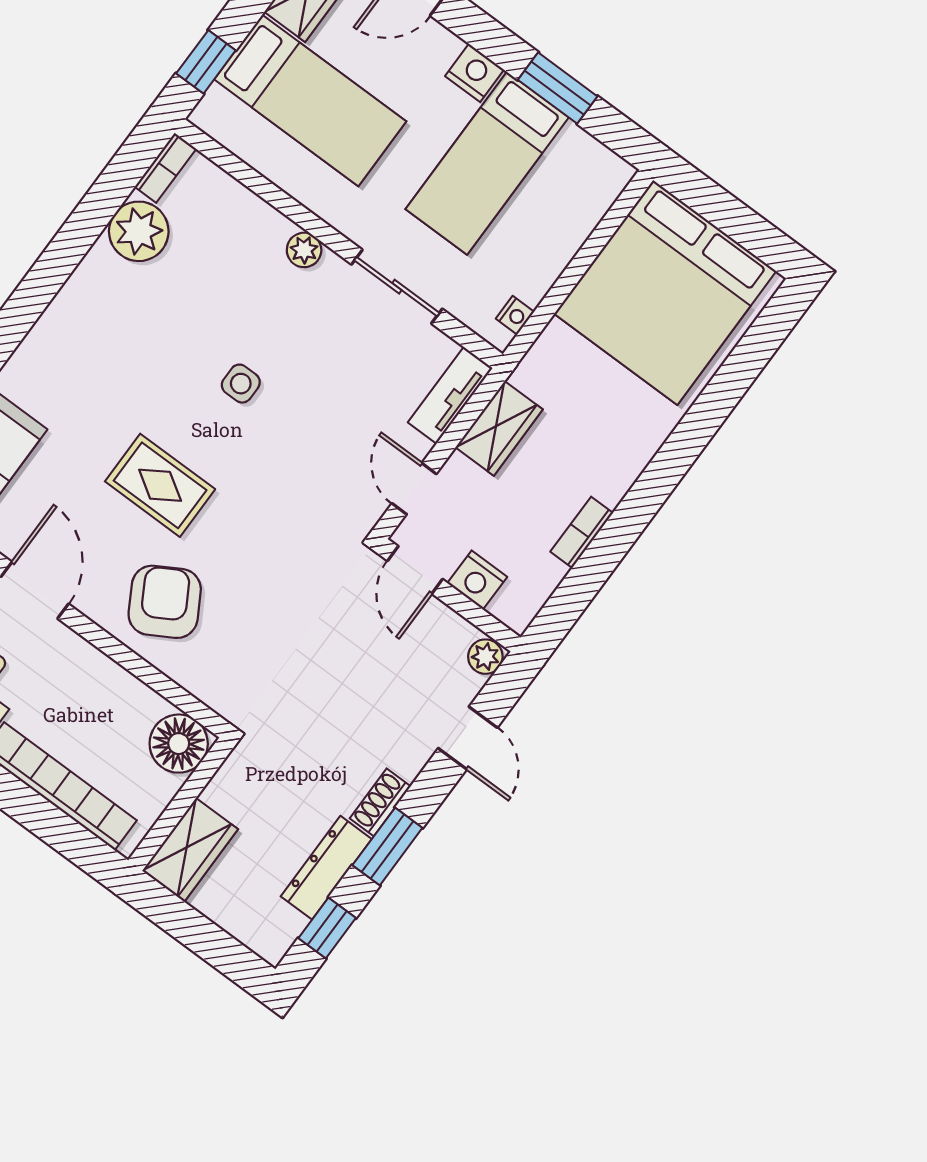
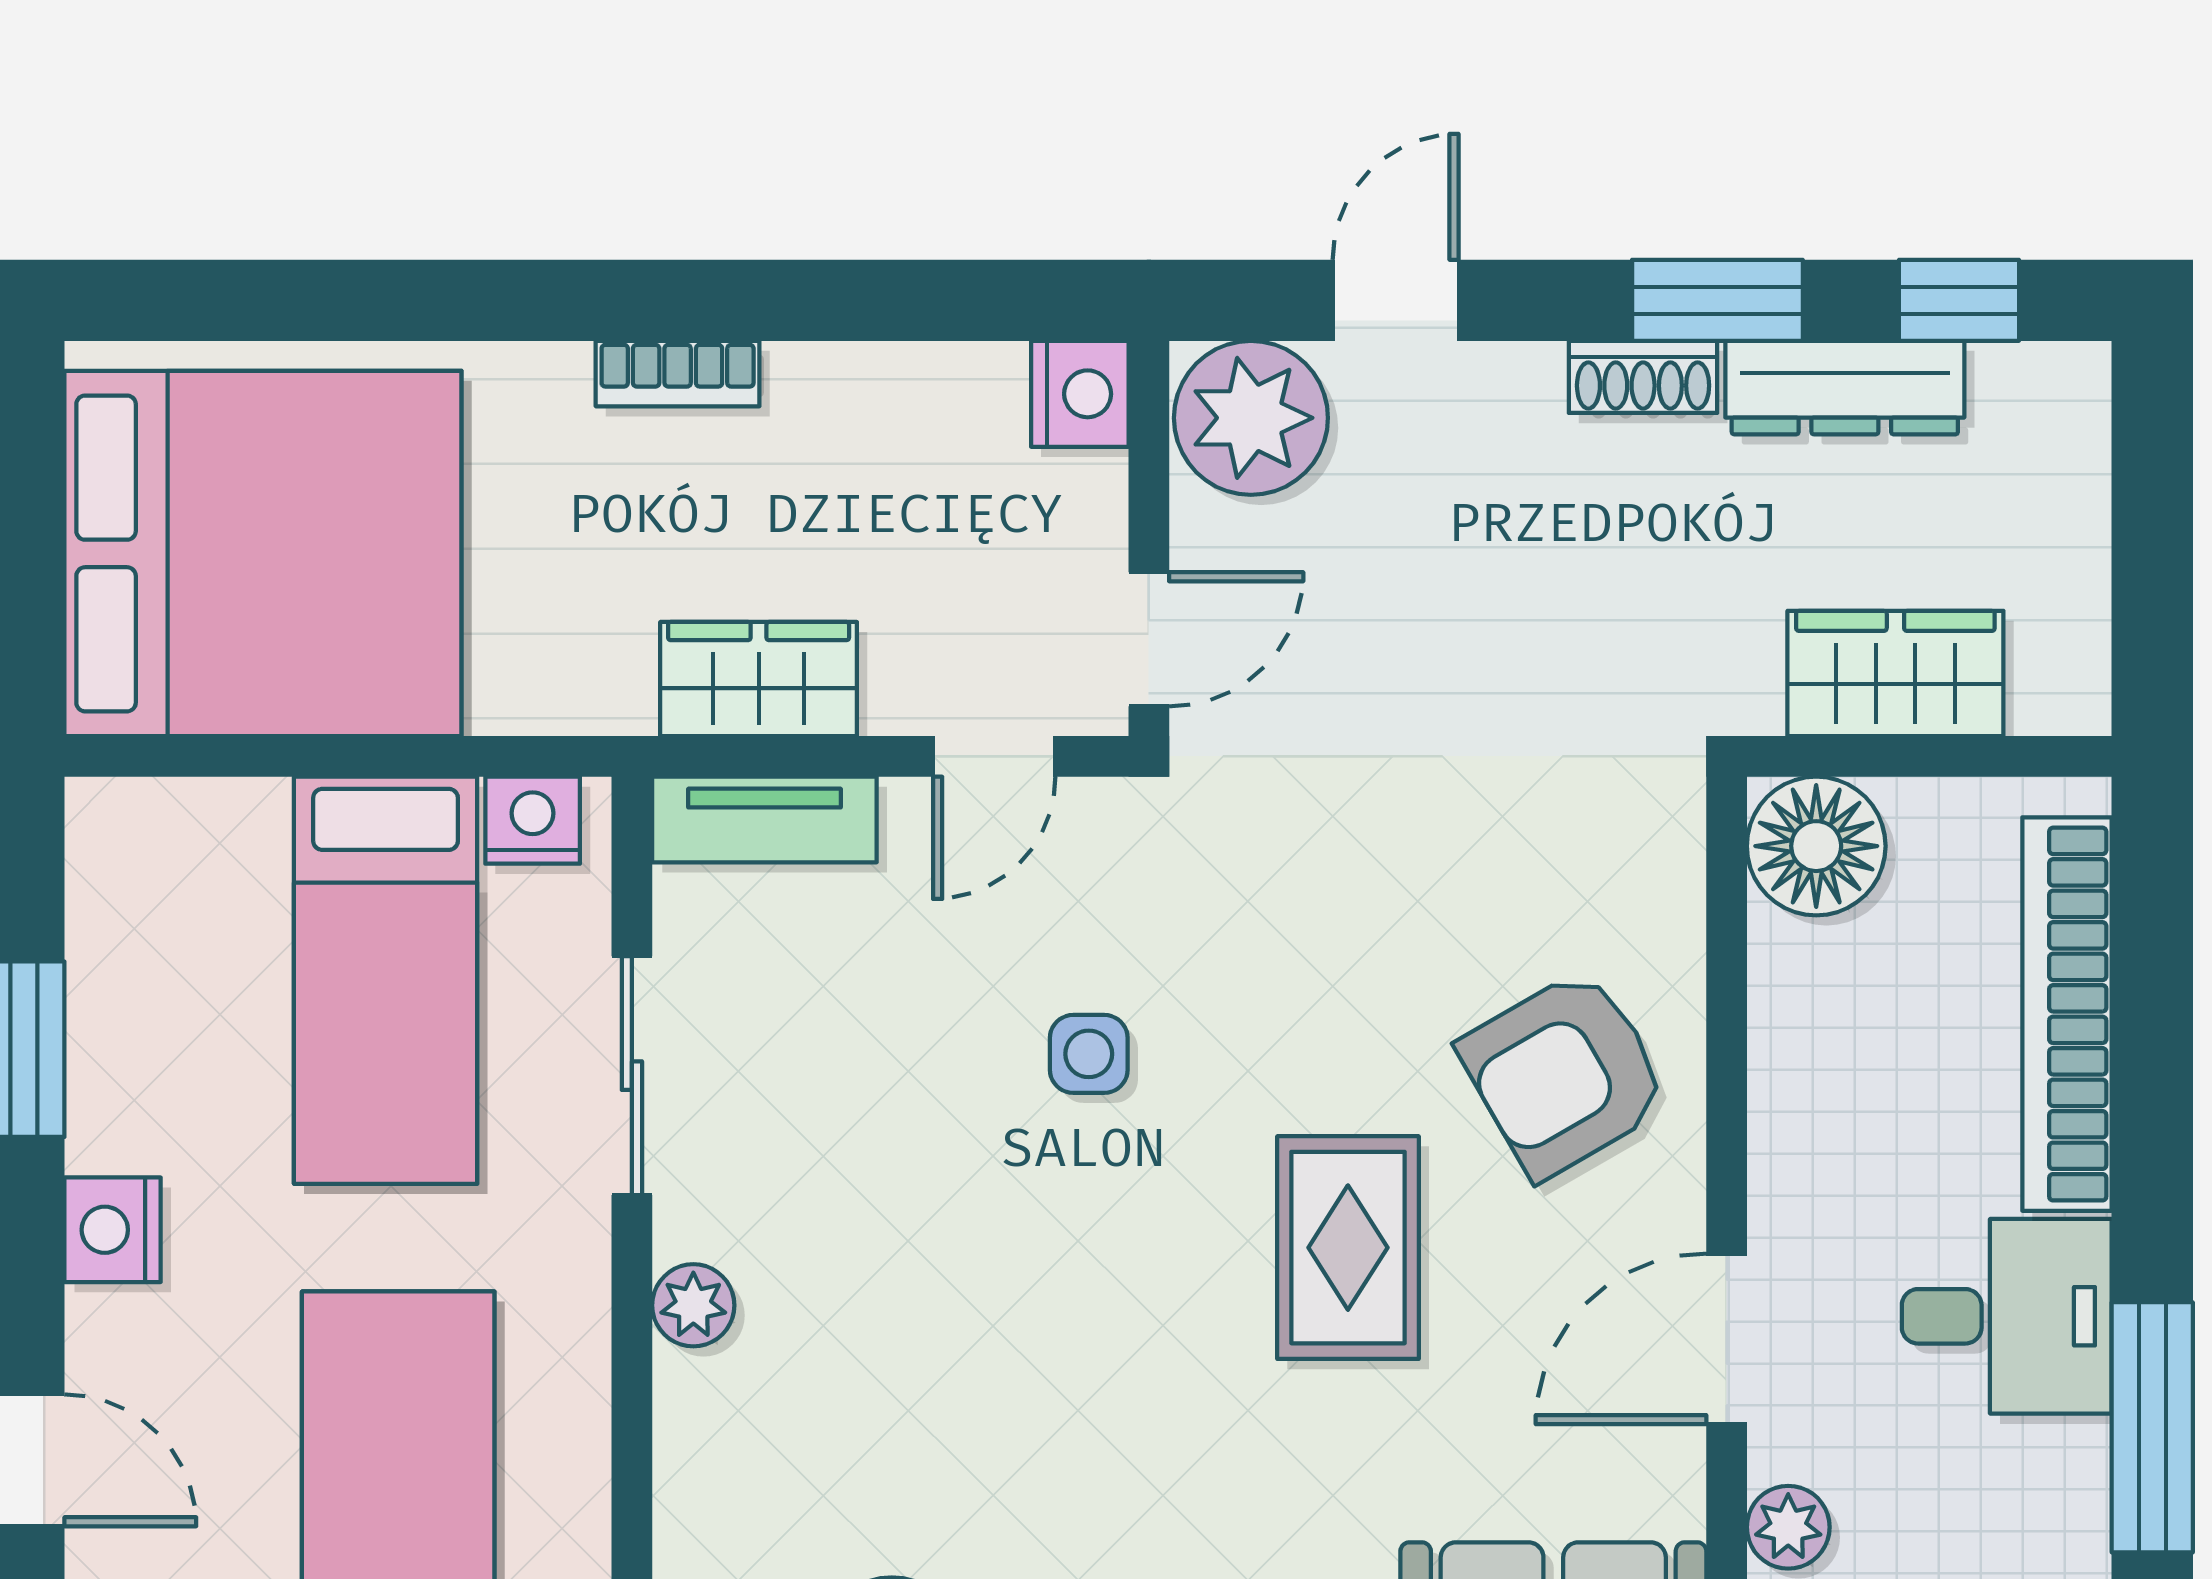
bed: (487, 163) -> (386, 980), moved, turned 90
nightstand: (515, 315) -> (533, 820), width x1.39, depth x1.35
side table: (241, 384) -> (1089, 1054), moved
bookcase: (582, 532) -> (678, 374), moved
nightstand: (477, 580) -> (1080, 394), moved
plant: (485, 657) -> (1251, 418), width x1.88, depth x1.88
wardrobe: (190, 850) -> (1895, 673), moved

